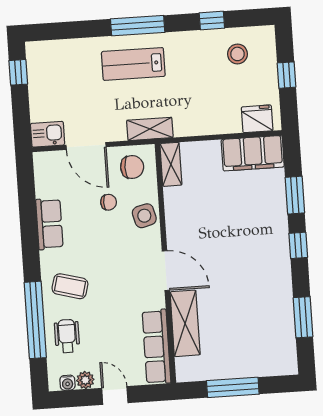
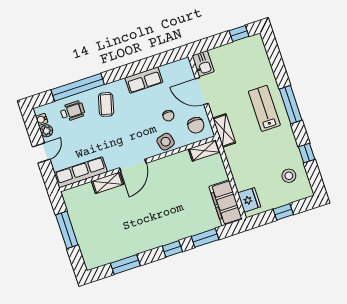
door: (86, 146) -> (202, 91), hinge flipped
shelving: (185, 323) -> (108, 183), width x0.67, depth x0.75

